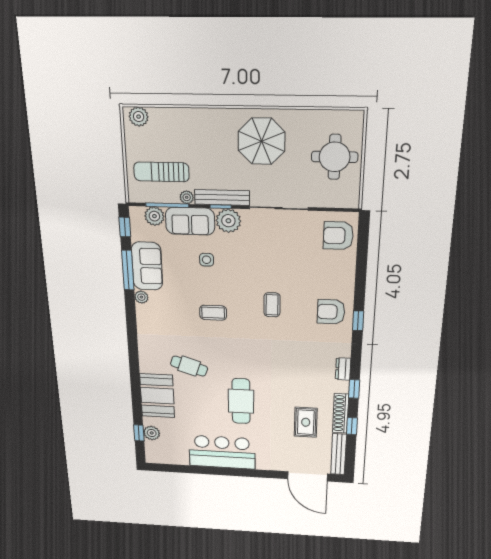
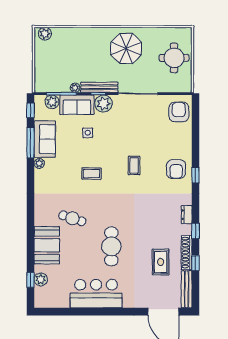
sun lounger: (161, 172) -> (58, 70), removed
armchair: (338, 236) -> (179, 112), turned 90
armchair: (331, 312) -> (176, 169), turned -90

